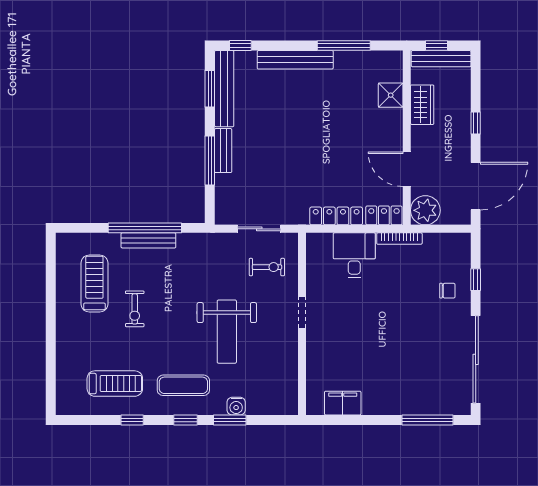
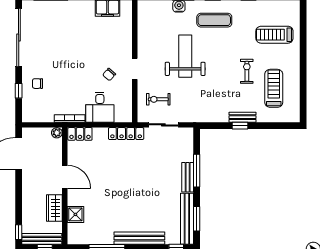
window: (476, 123) -> (19, 232), moved
door: (407, 169) -> (65, 177), moved
plant: (425, 210) -> (57, 133), width x0.53, depth x0.53
locker: (336, 216) -> (126, 134), moved
window: (145, 228) -> (240, 126), width x0.32
bench: (148, 240) -> (243, 117), width x0.73
treadmill: (94, 284) -> (274, 88), turned 180
chair: (340, 304) -> (109, 75), added
treadmill: (115, 384) -> (274, 35), moved

